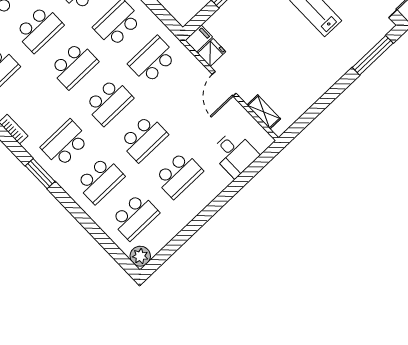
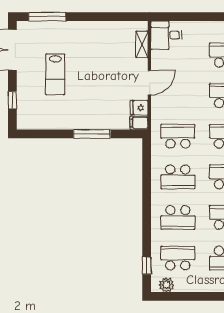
school desk: (152, 60) -> (178, 136), turned 180
desk: (235, 154) -> (166, 35), moved, turned -90

